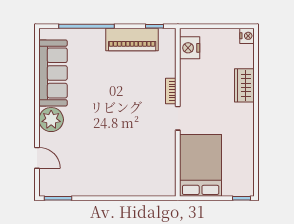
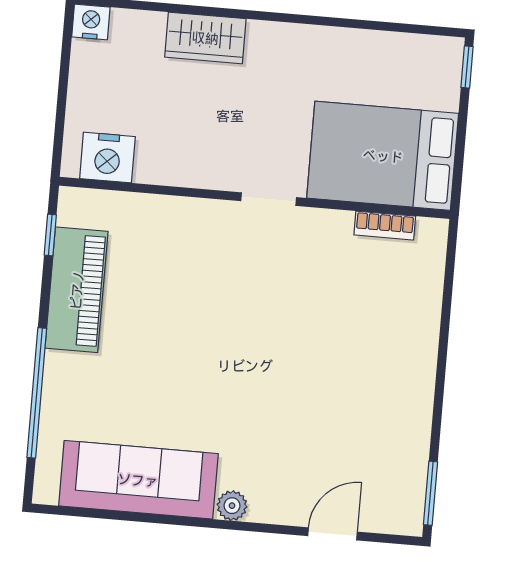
bookcase: (171, 91) -> (385, 226), moved
plant: (51, 120) -> (232, 506), width x0.53, depth x0.53

